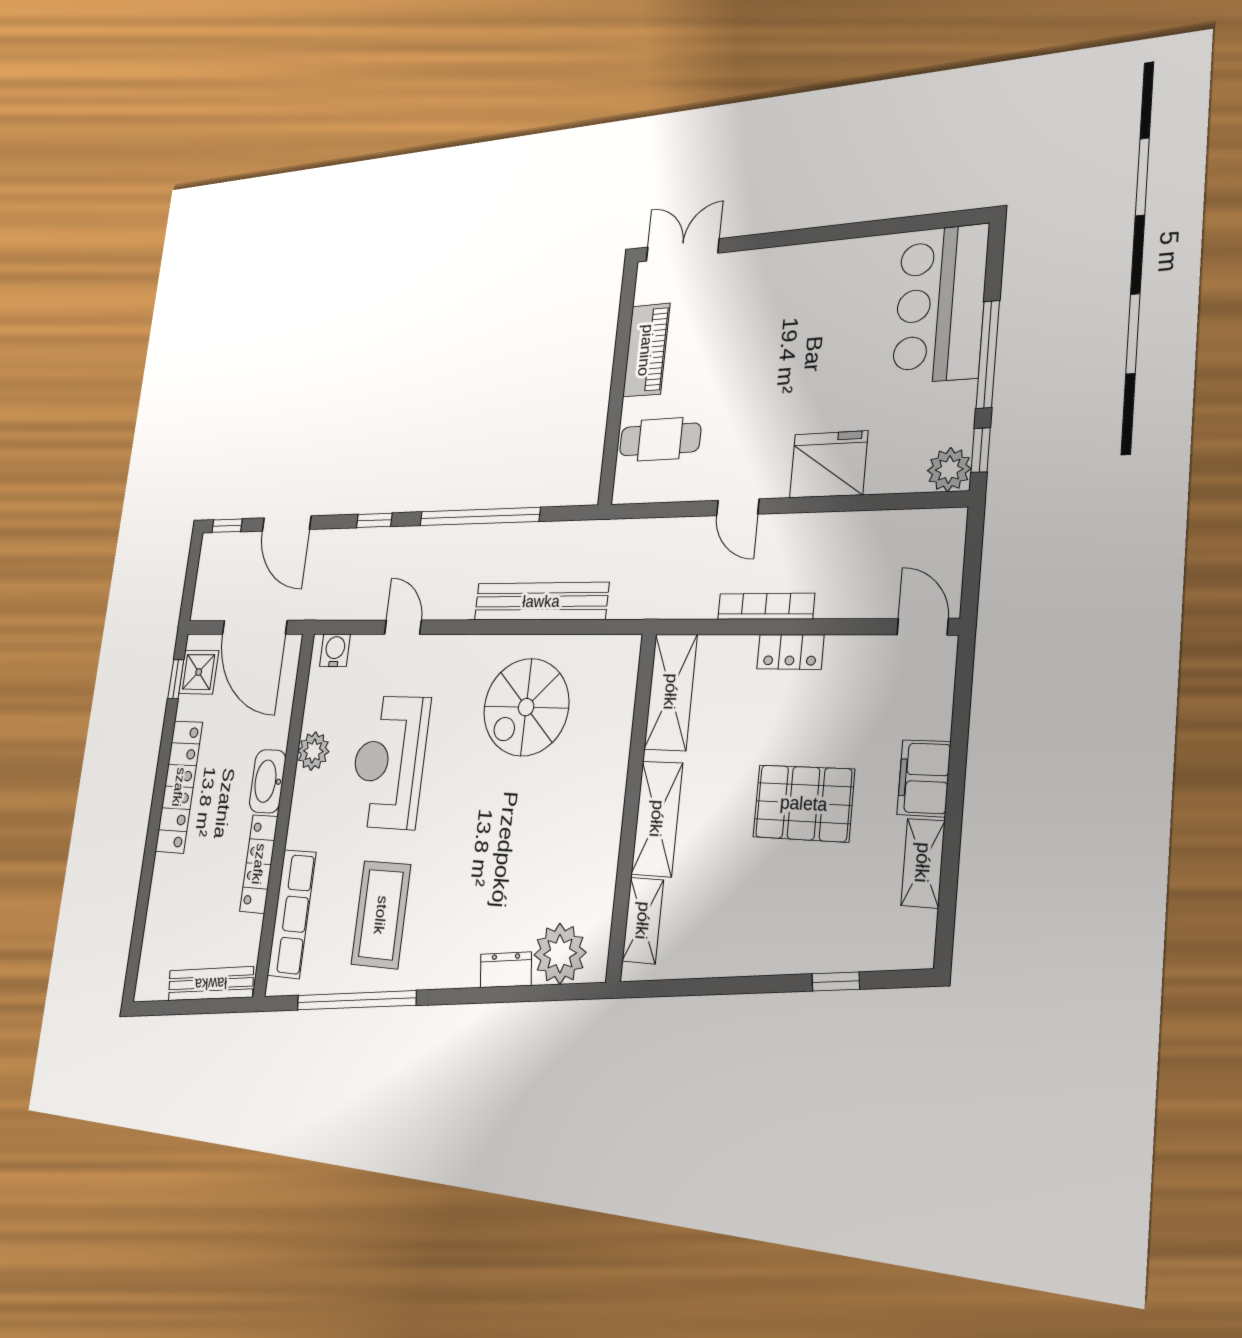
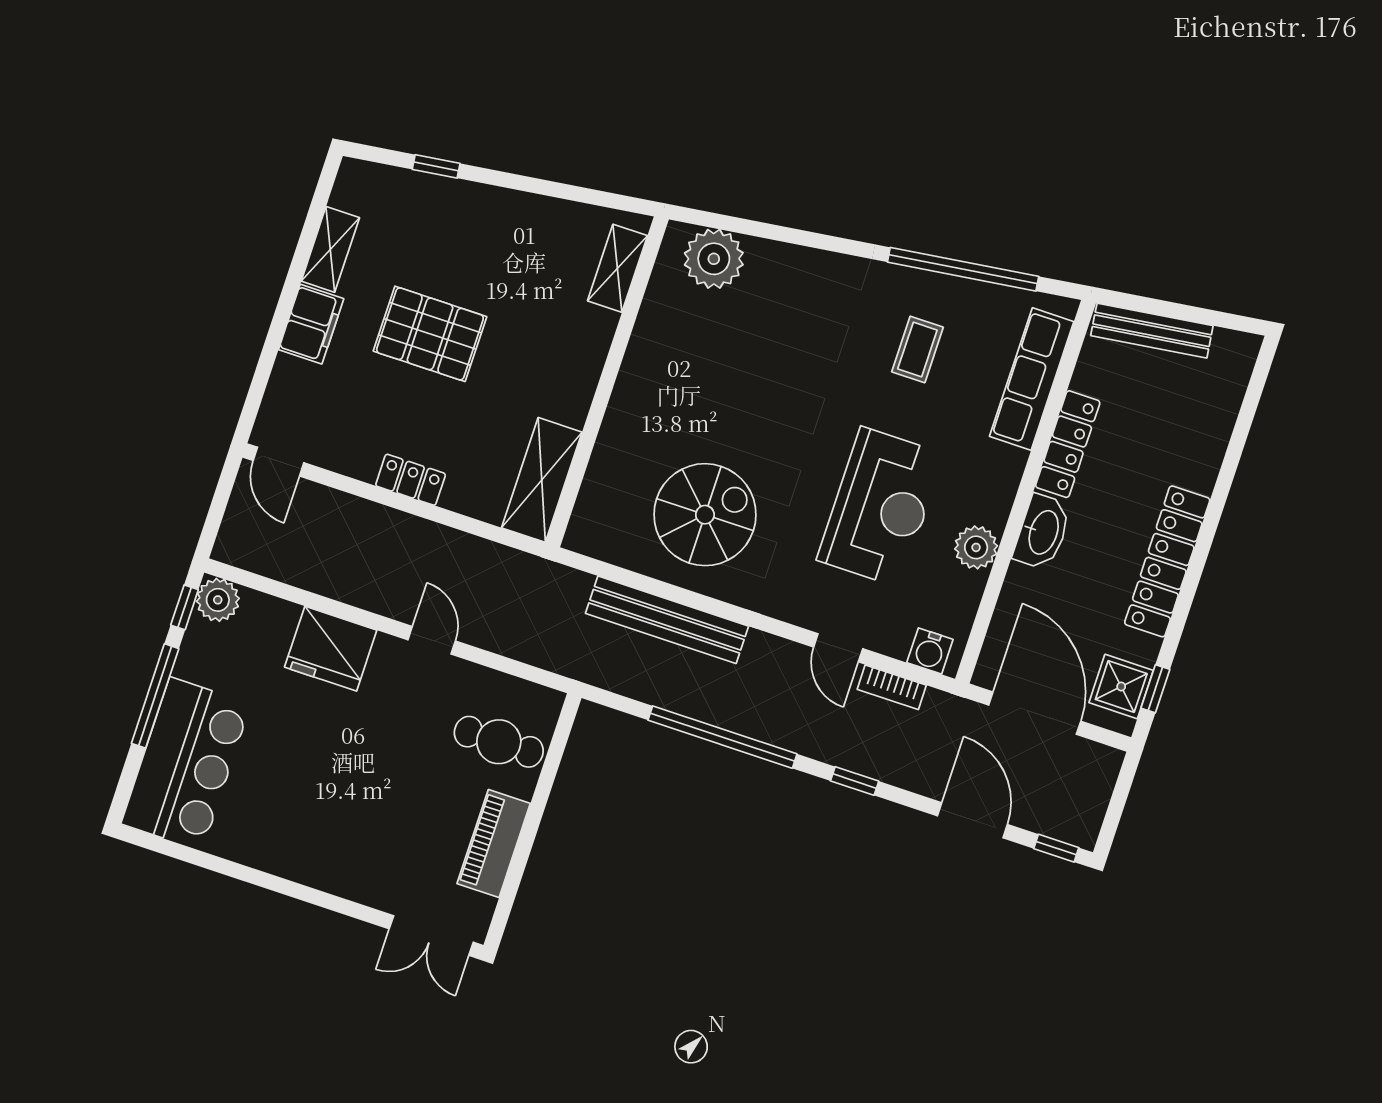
bookcase: (766, 606) -> (892, 687), moved, width x0.64
shelving: (657, 819) -> (582, 361), removed
coffee table: (381, 915) -> (917, 349), width x0.54, depth x0.58
dresser: (506, 970) -> (778, 258), removed

